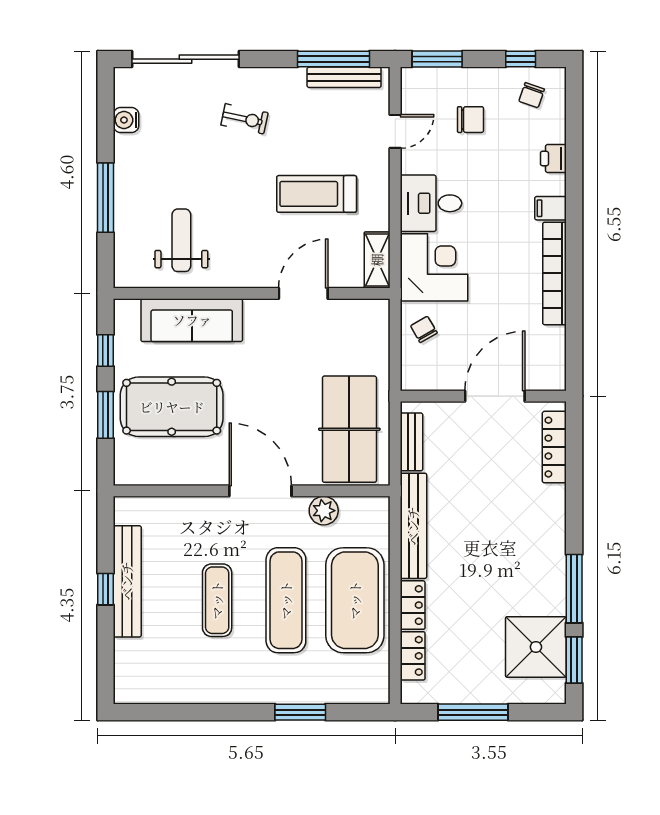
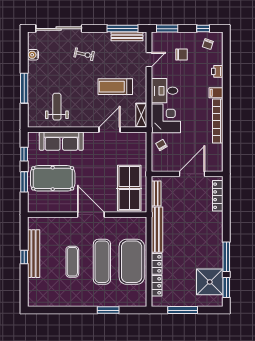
plant: (324, 511) -> (118, 223), removed

